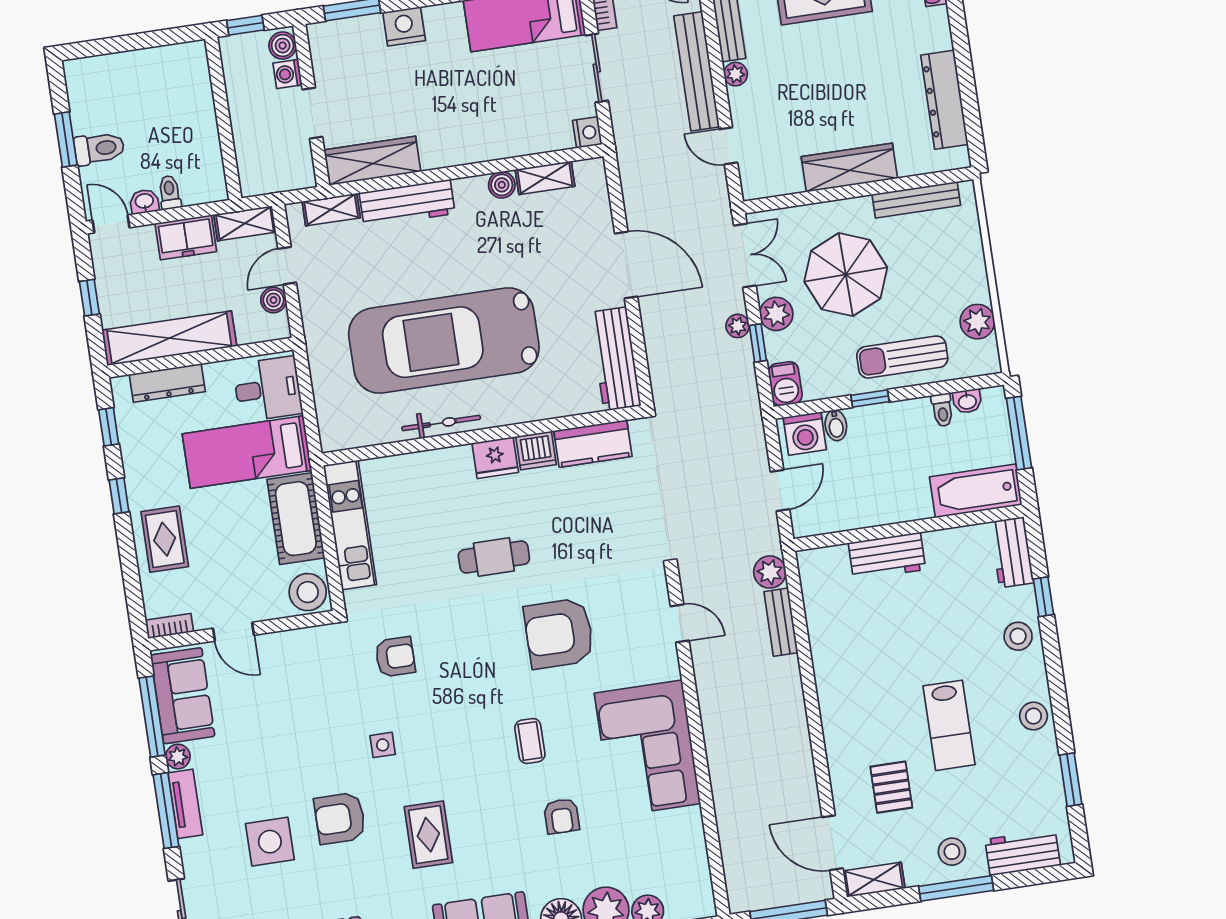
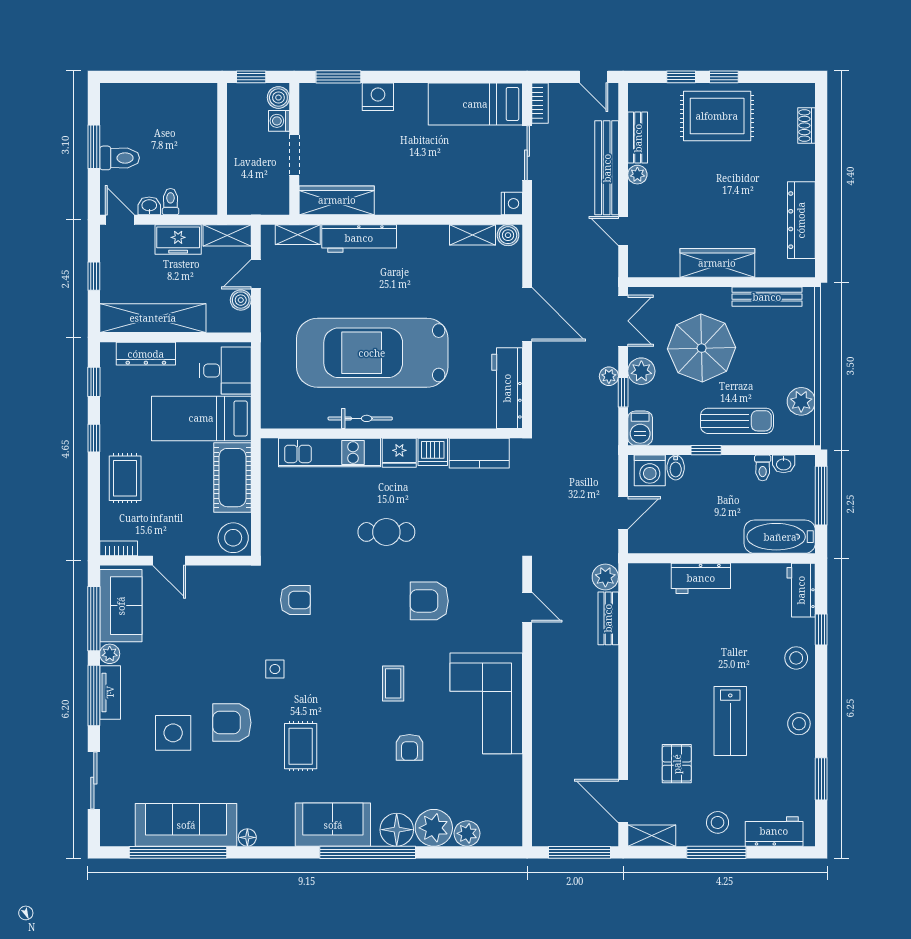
boiler: (502, 185) -> (508, 235), moved
sun lounger: (902, 357) -> (737, 421), turned 180
kitchen unit: (350, 525) -> (330, 453), moved, turned 90
armchair: (559, 633) -> (429, 601), width x0.73, depth x0.73

